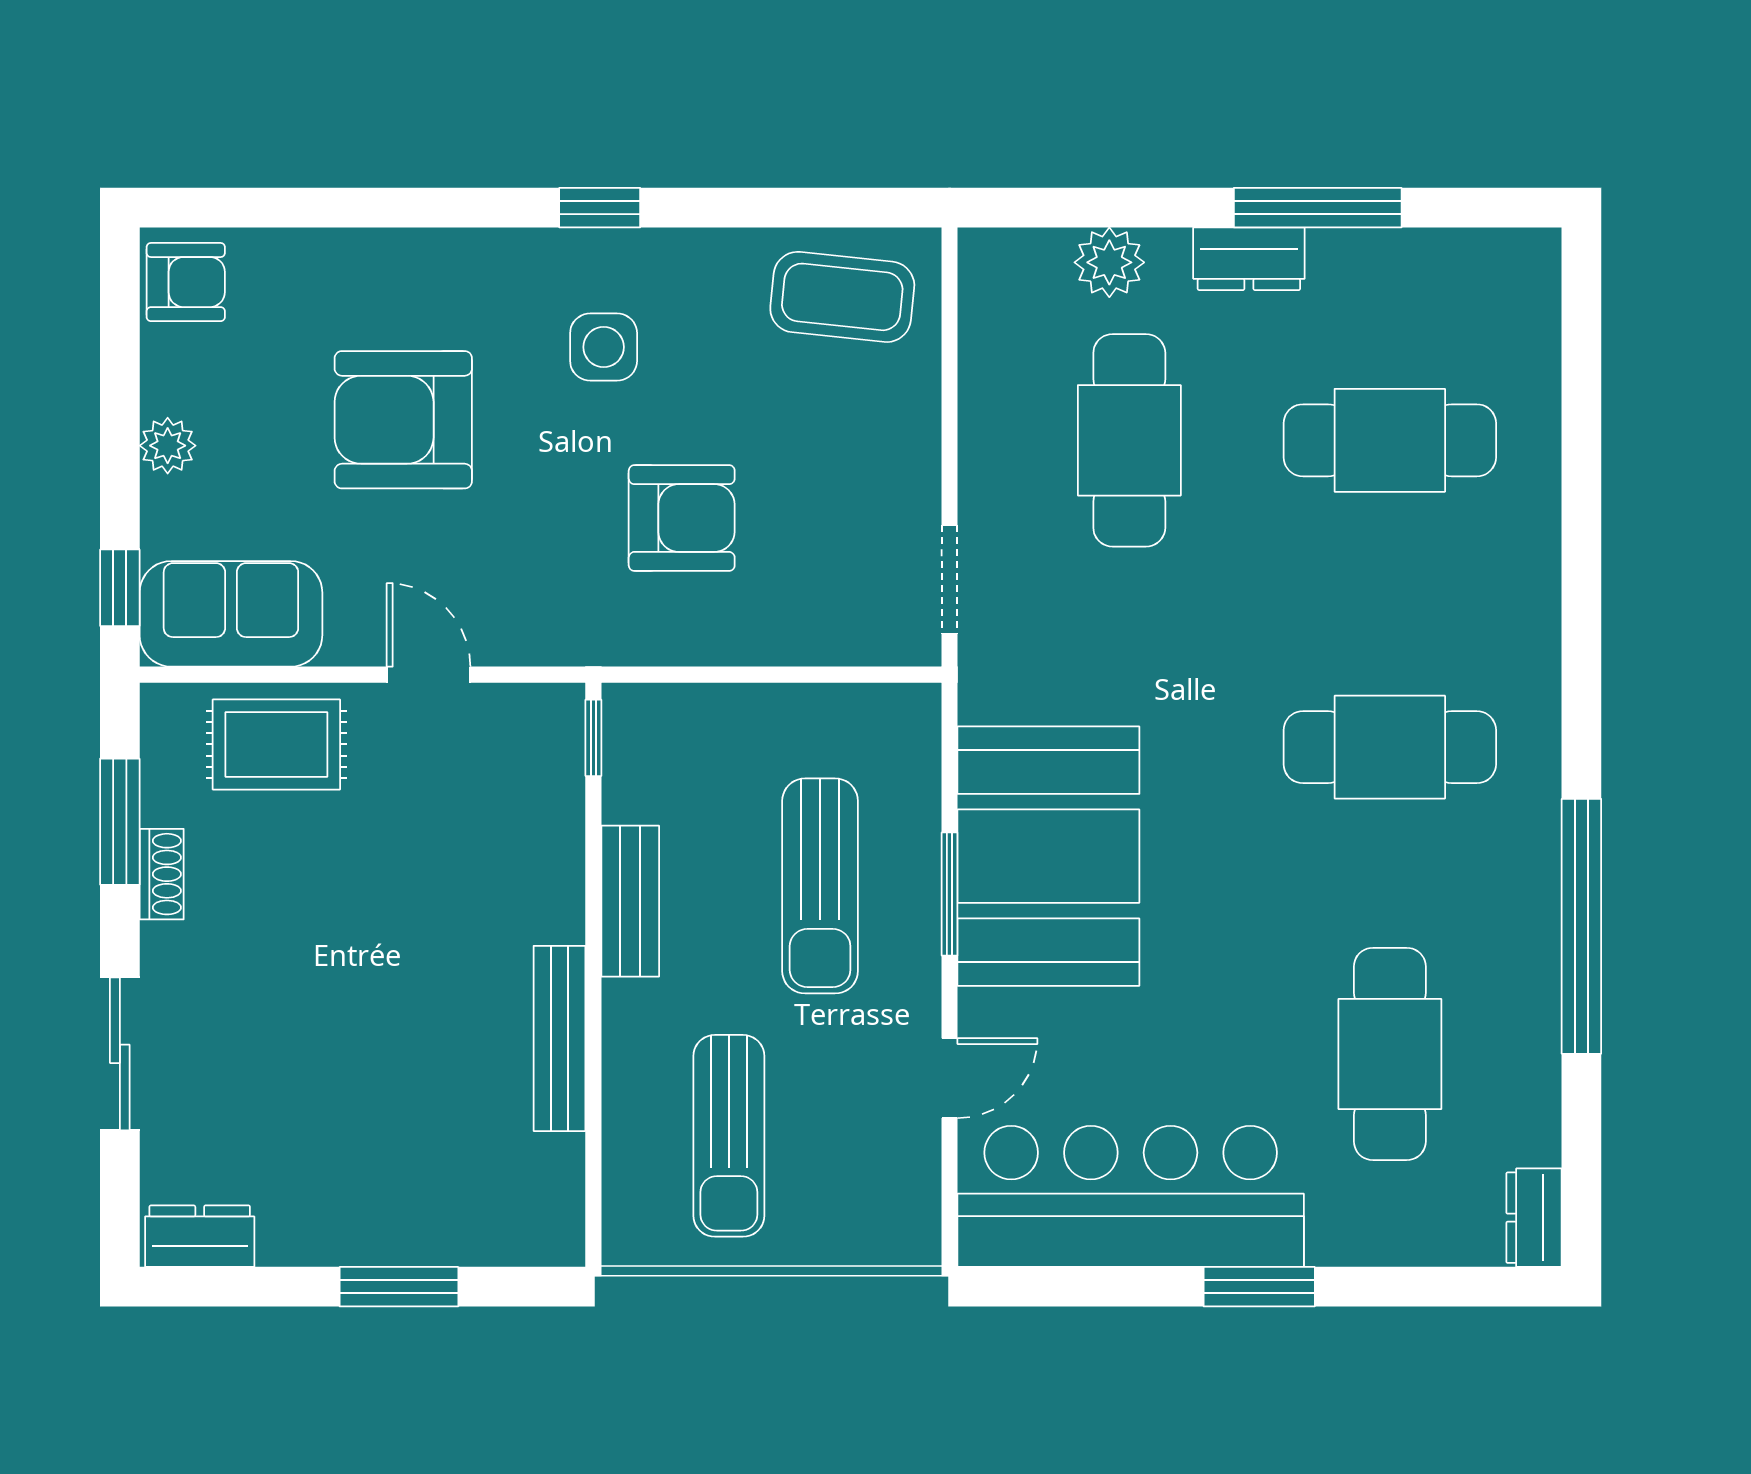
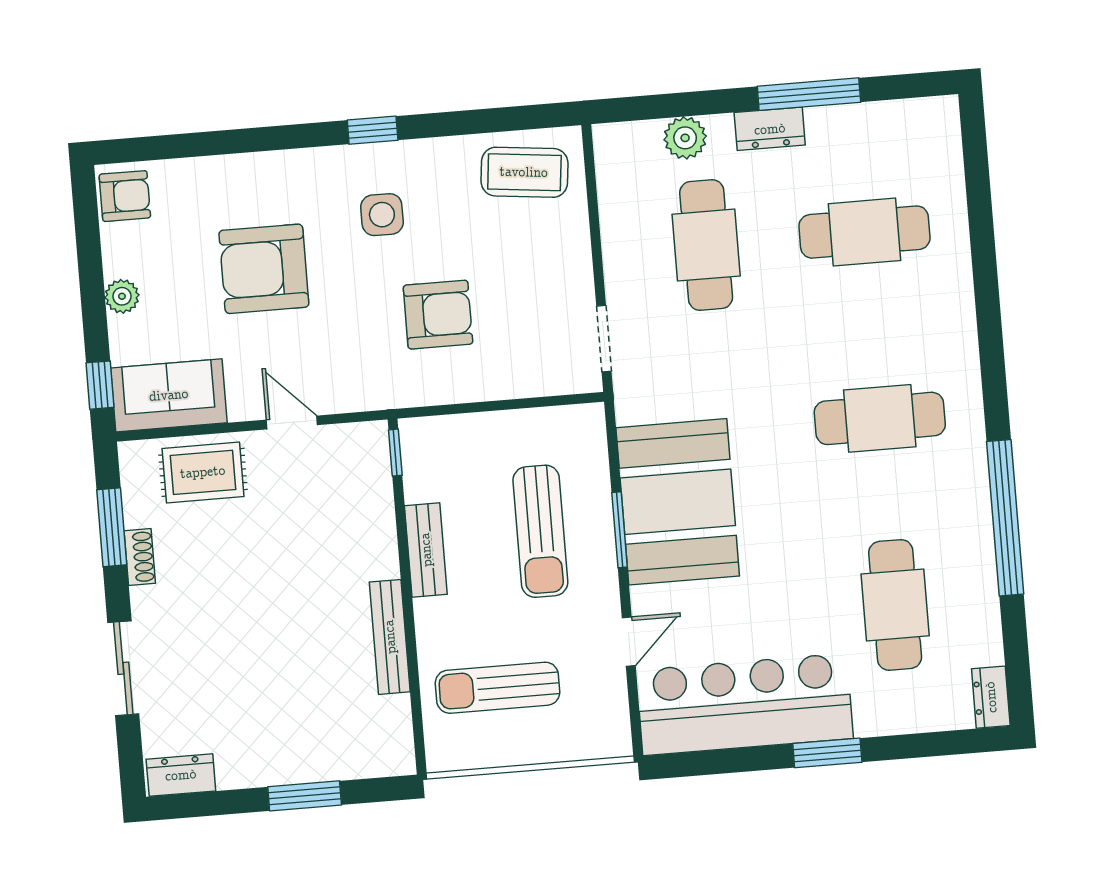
sun lounger: (729, 1136) -> (497, 688), turned 90

